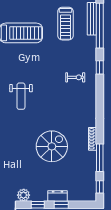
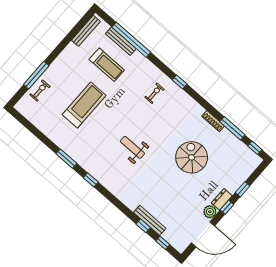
window: (100, 67) -> (180, 82), moved
weight bench: (21, 96) -> (132, 147), turned 180
dresser: (58, 196) -> (222, 199), moved

